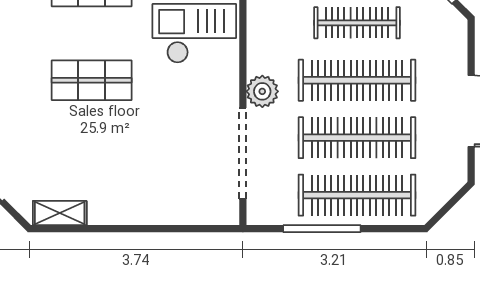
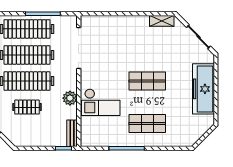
clothes rail: (357, 23) -> (27, 107), width x0.73
plant: (262, 91) -> (70, 98), moved

